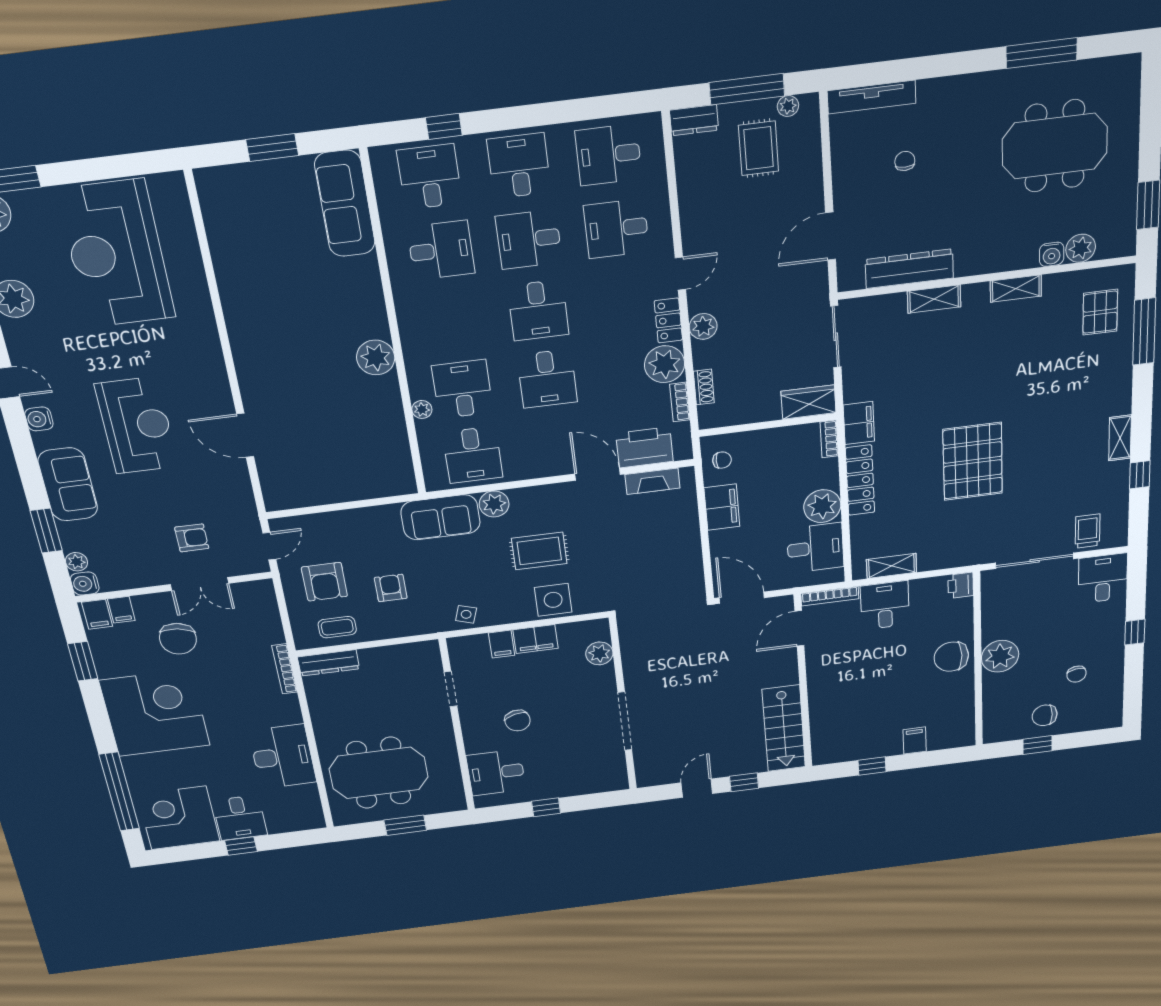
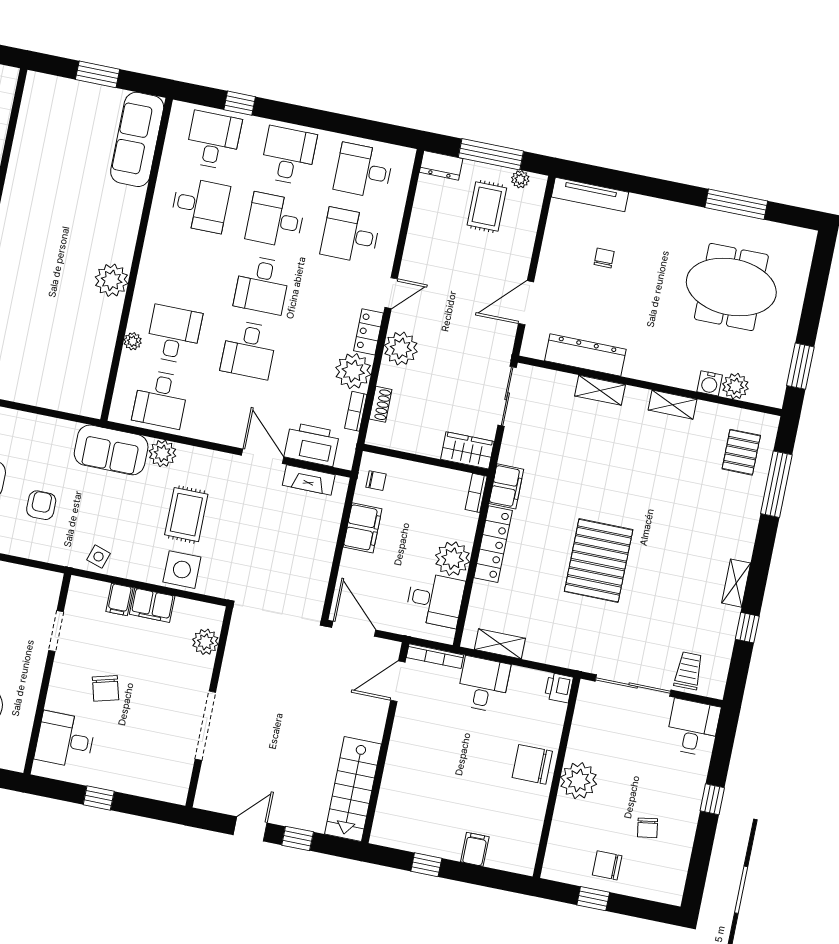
plant: (703, 326) -> (401, 348), width x1.36, depth x1.36
rug: (539, 551) -> (186, 515), turned 90

